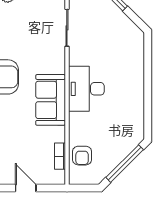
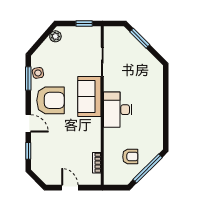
sofa: (51, 100) -> (89, 96), moved
armchair: (82, 156) -> (130, 157), moved, turned -90

